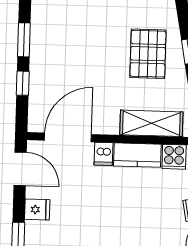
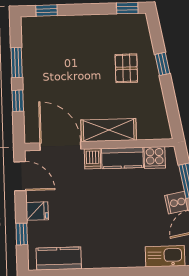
pallet: (148, 54) -> (126, 68), width x0.67, depth x0.71
shelving: (151, 123) -> (109, 130), moved
door: (68, 137) -> (60, 146), hinge flipped

